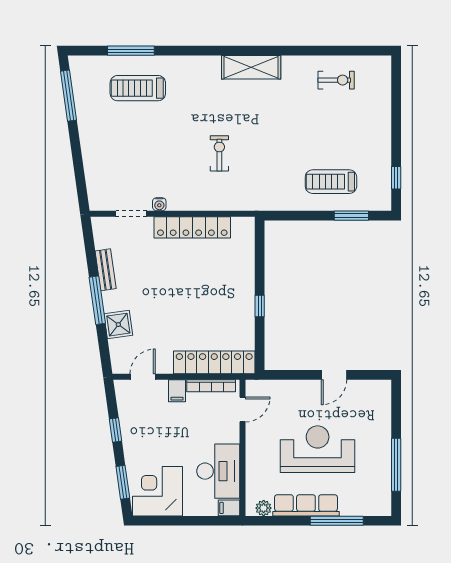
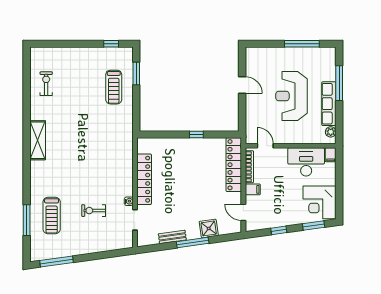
exercise bike: (219, 153) -> (94, 211), moved

